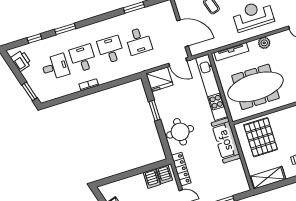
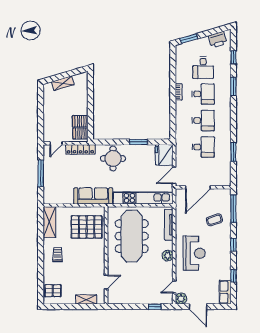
desk: (139, 41) -> (203, 147), turned 180

